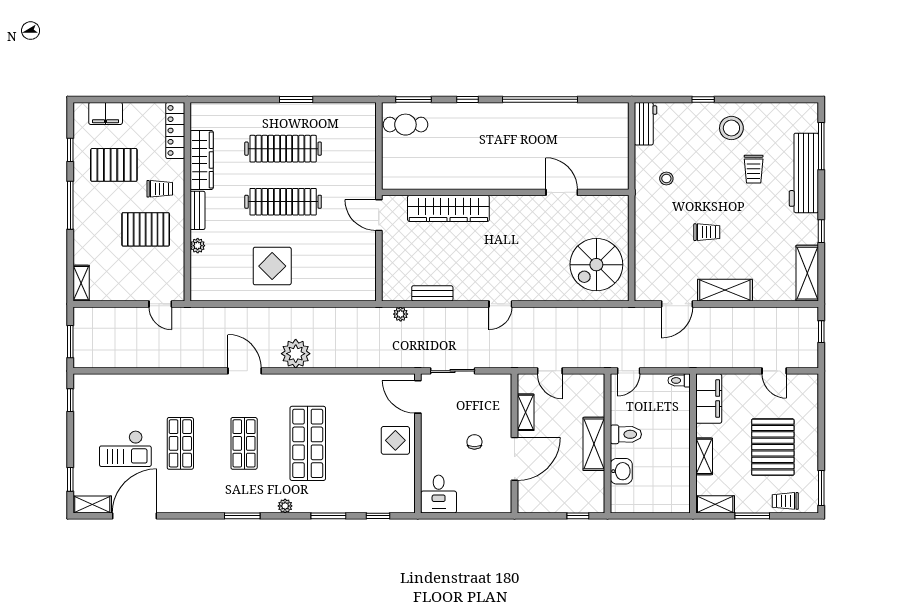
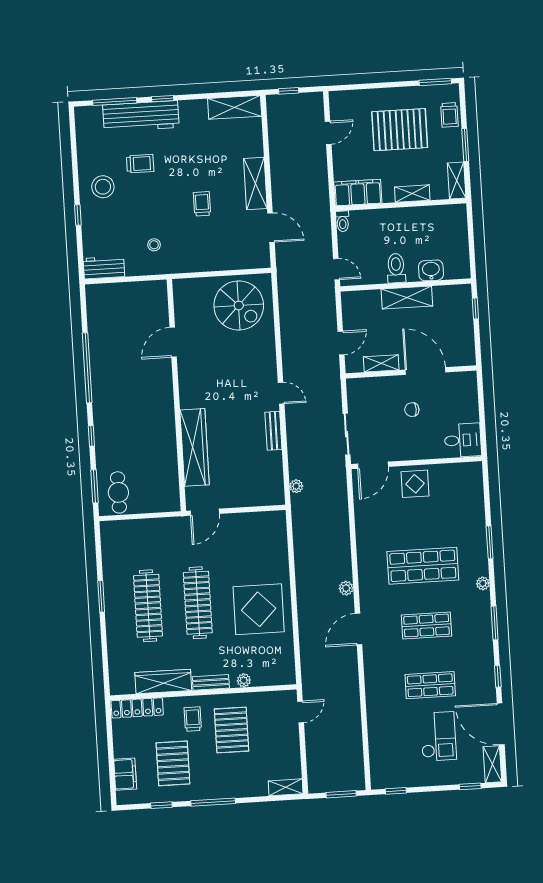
window: (821, 231) -> (163, 99), moved
display table: (272, 266) -> (259, 609), width x1.36, depth x1.36
bench: (432, 293) -> (273, 431), moved
plant: (296, 354) -> (346, 588), width x0.53, depth x0.53
window: (378, 516) -> (498, 676), moved

